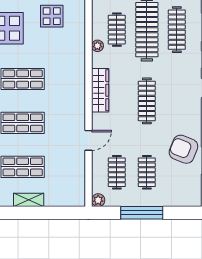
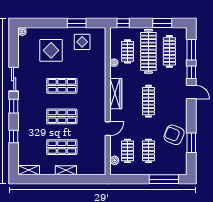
plant: (98, 200) -> (115, 160), moved
window: (142, 213) -> (164, 179), moved

